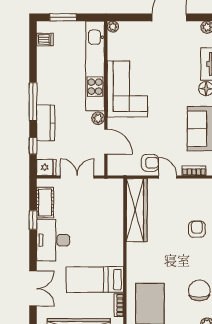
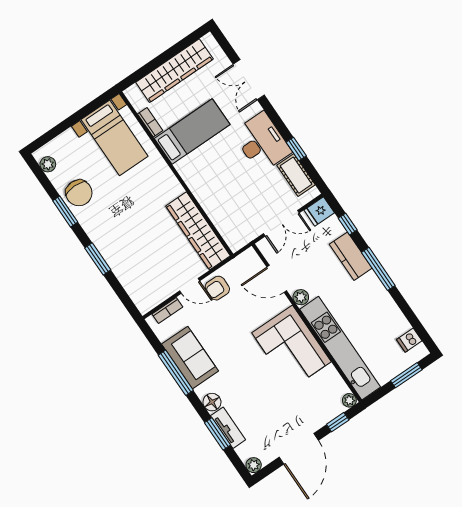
window: (131, 17) -> (338, 422), added
armchair: (197, 229) -> (124, 253), removed

